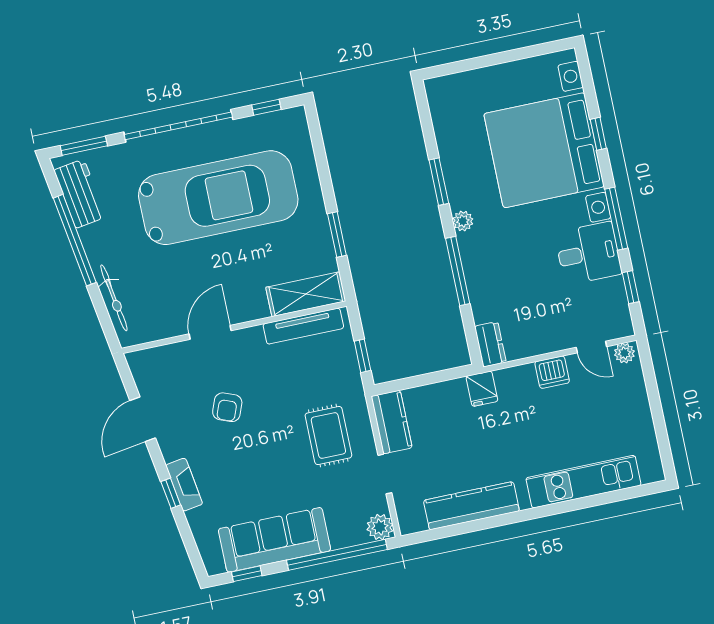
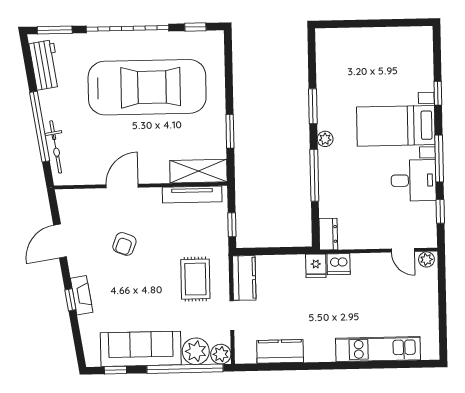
bed with nightstands: (544, 150) -> (396, 126), width x0.54
window: (75, 240) -> (40, 127), moved
dishwasher: (552, 372) -> (339, 264), moved
kitchen counter: (471, 506) -> (280, 351), width x0.67
plant: (347, 529) -> (196, 351), added

